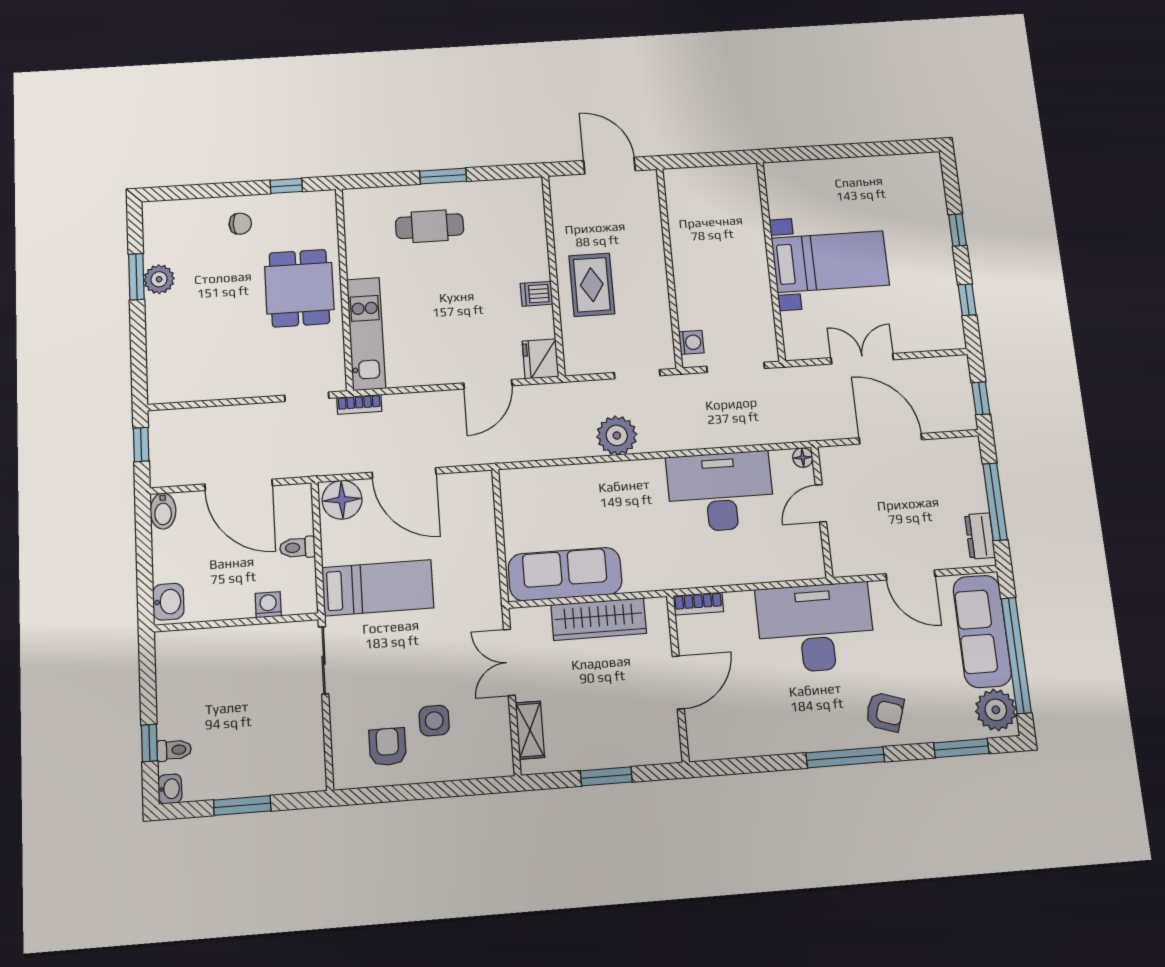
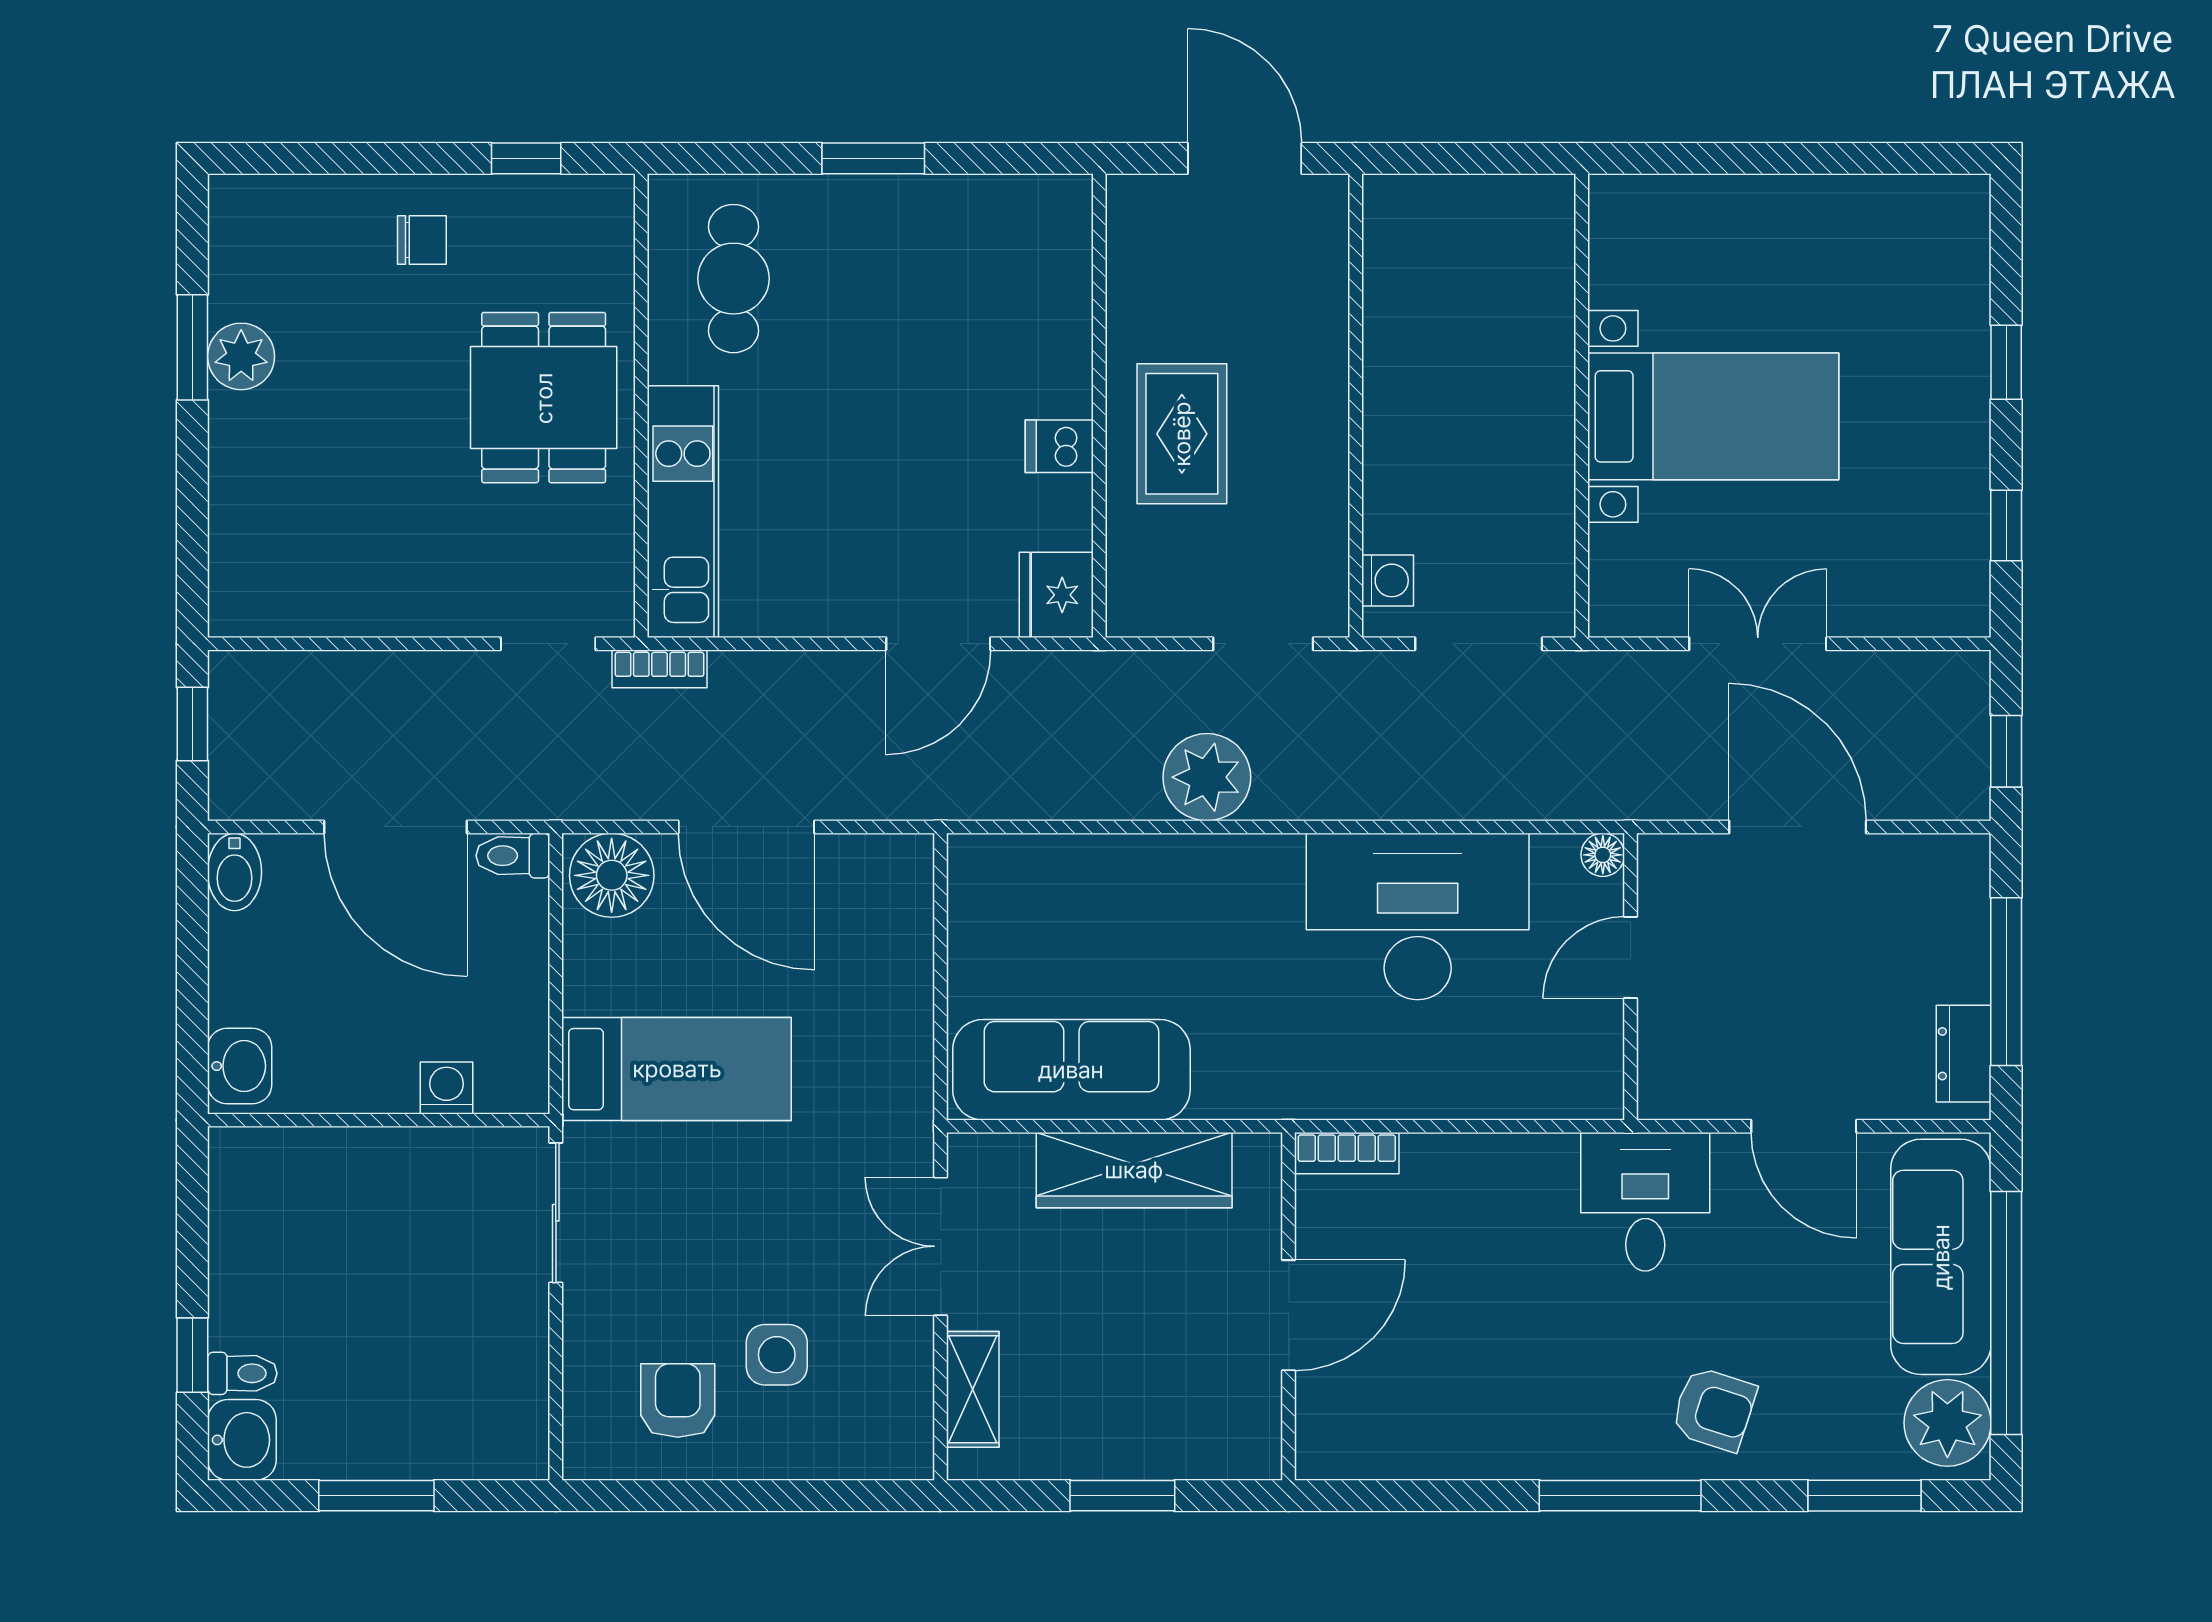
cafe table: (430, 226) -> (733, 279), moved, turned 90
toilet: (297, 548) -> (513, 856), moved
desk: (816, 628) -> (1645, 1202), width x0.53, depth x0.77
washbasin: (170, 789) -> (242, 1440), width x1.38, depth x1.45

